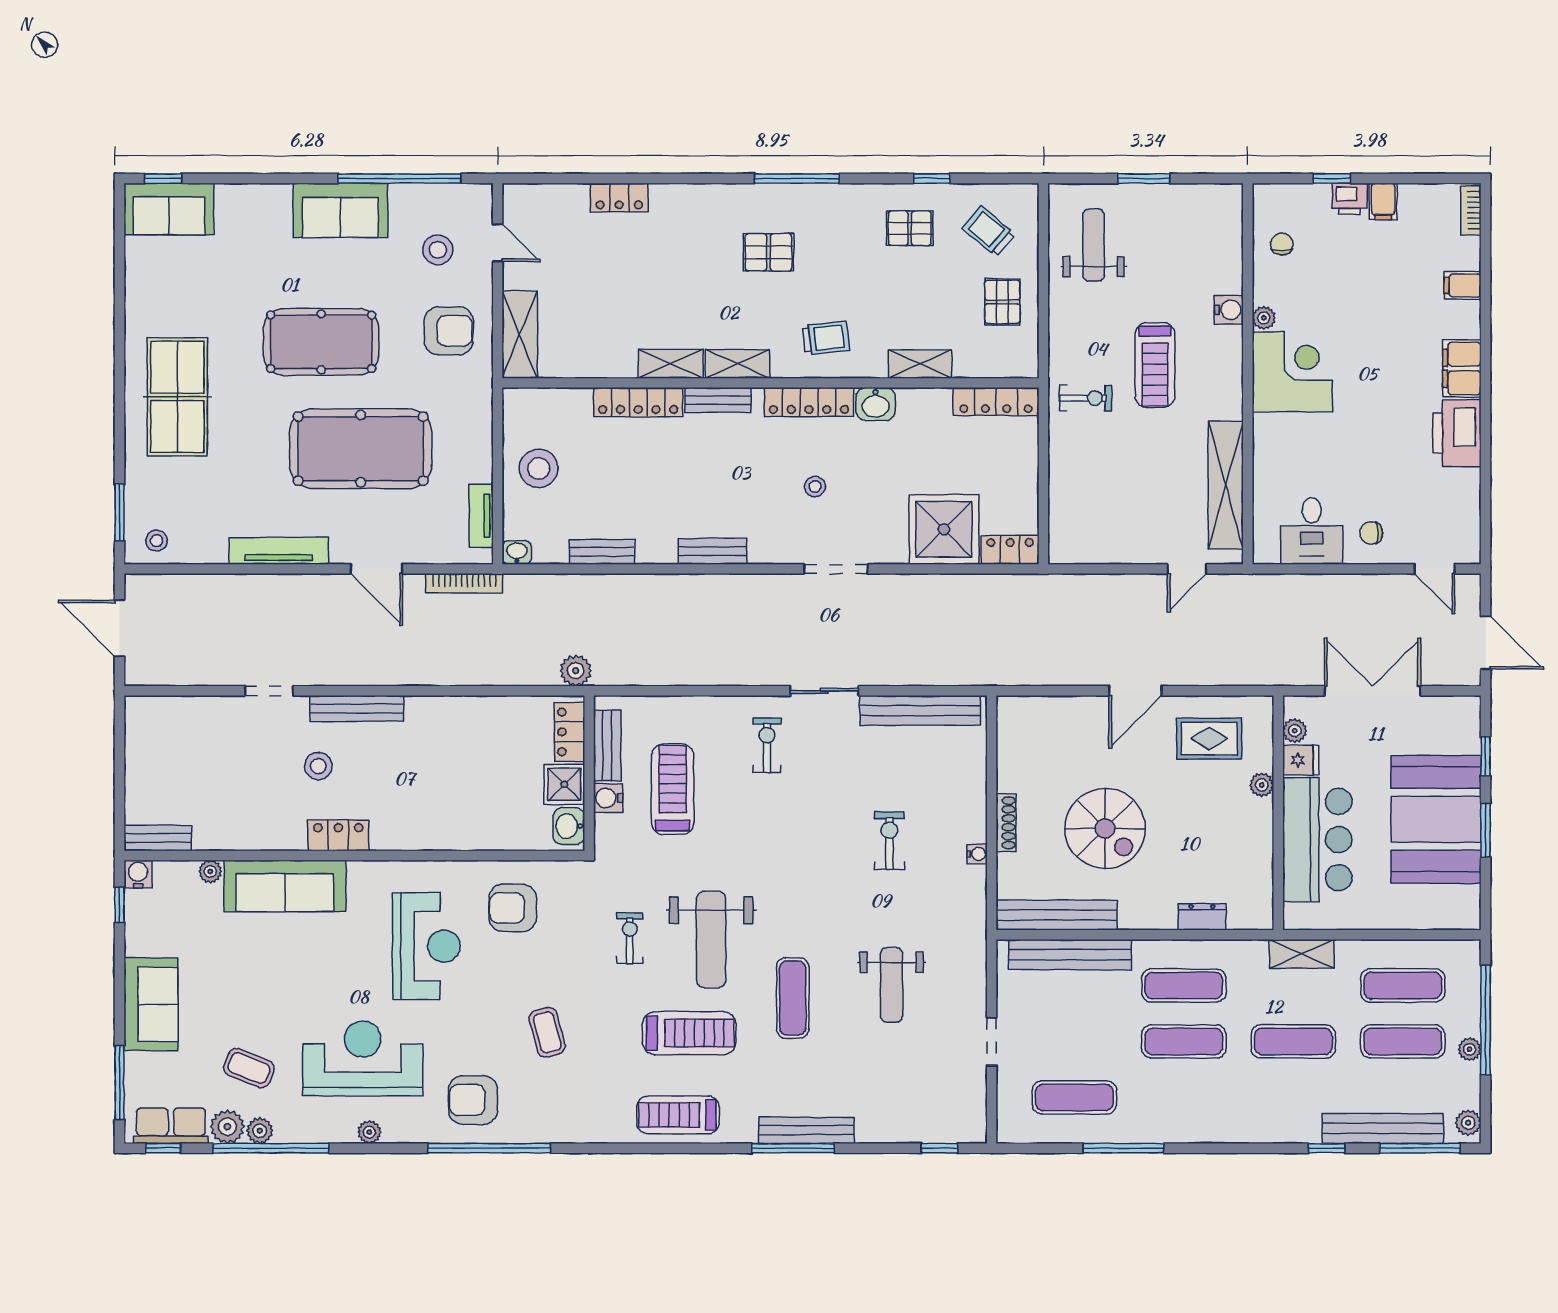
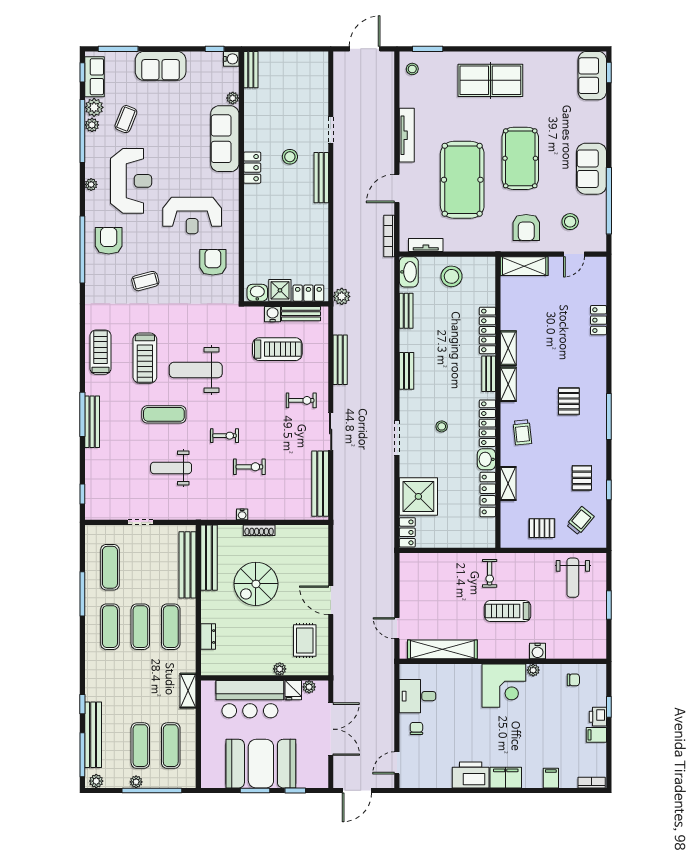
weight bench: (1094, 245) -> (573, 578), turned 90
locker: (996, 402) -> (488, 495), moved
washbasin: (517, 552) -> (409, 272), width x1.91, depth x1.45
bench: (692, 673) -> (340, 360), added
exercise bike: (630, 938) -> (224, 436), moved
exercise mat: (1293, 1041) -> (110, 627), moved

